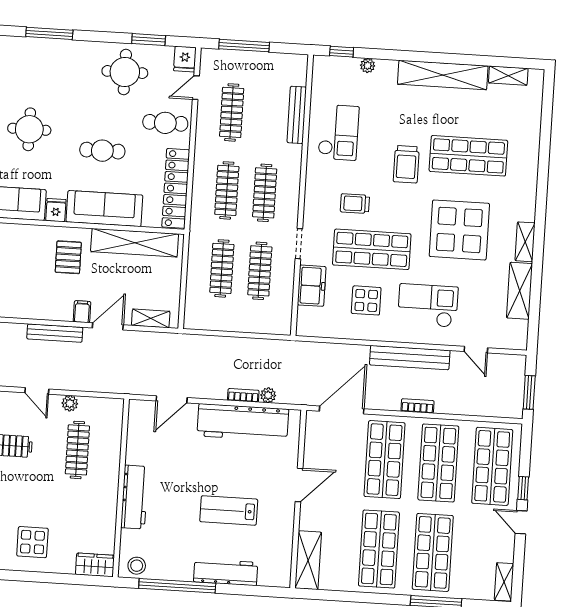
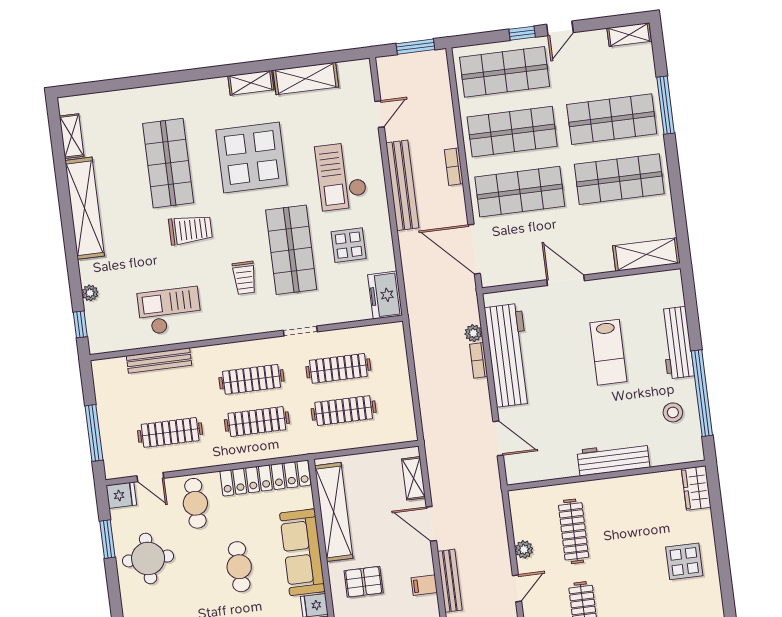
freezer: (312, 286) -> (385, 295), moved, turned -90
filing cabinet: (82, 312) -> (424, 585), moved
clothes rail: (77, 450) -> (574, 531), turned 90
stool: (137, 566) -> (673, 412), moved

